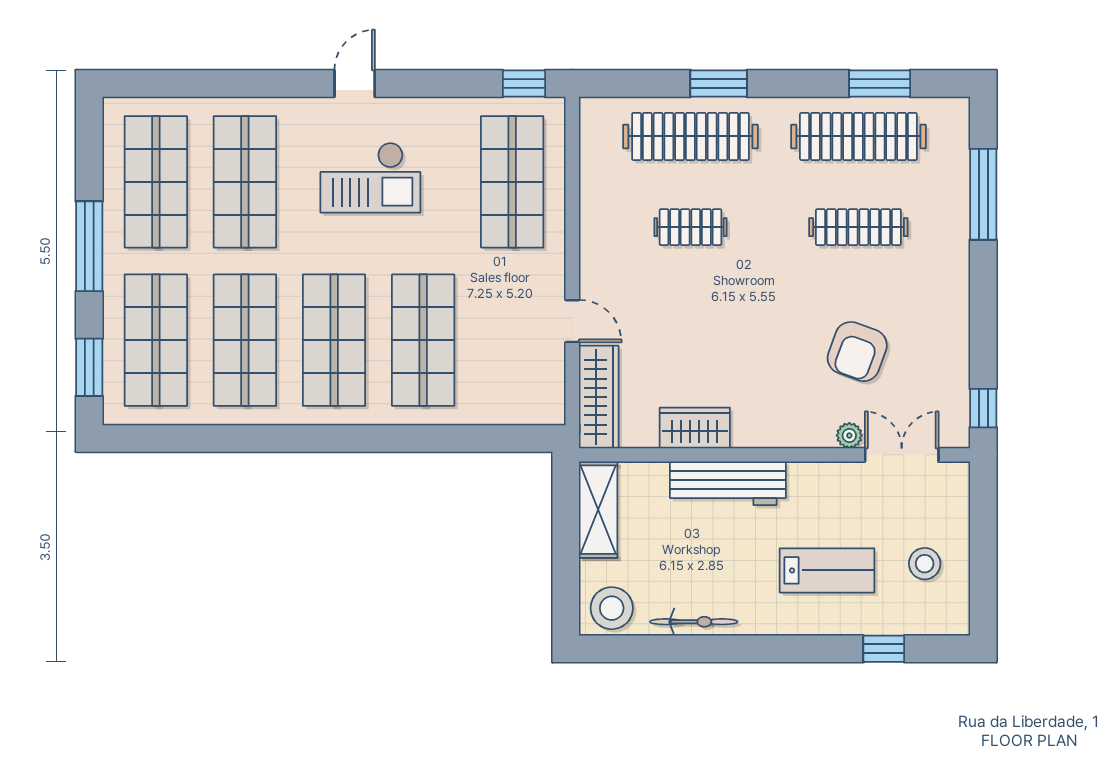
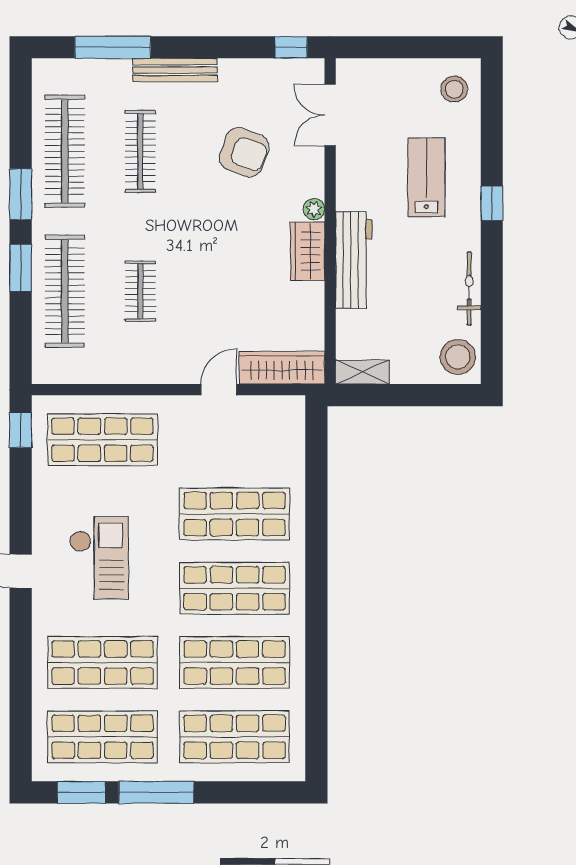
window: (880, 83) -> (21, 194), moved
bench: (956, 269) -> (175, 70), added
window: (89, 367) -> (81, 792), moved
wardrobe: (695, 428) -> (308, 251), moved
plant: (849, 435) -> (314, 209), moved
shelving: (598, 510) -> (362, 372), width x0.67, depth x0.75
stool: (925, 564) -> (454, 89), moved
window: (884, 649) -> (492, 203), moved

